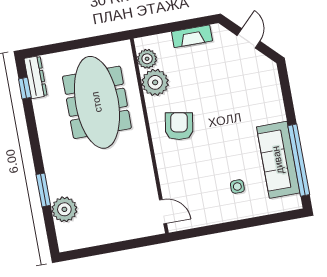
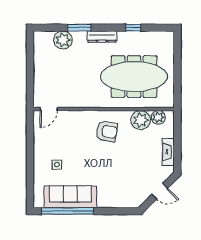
dresser: (36, 77) -> (102, 37), moved
window: (25, 88) -> (133, 28), moved

